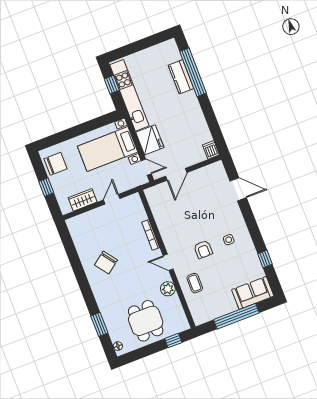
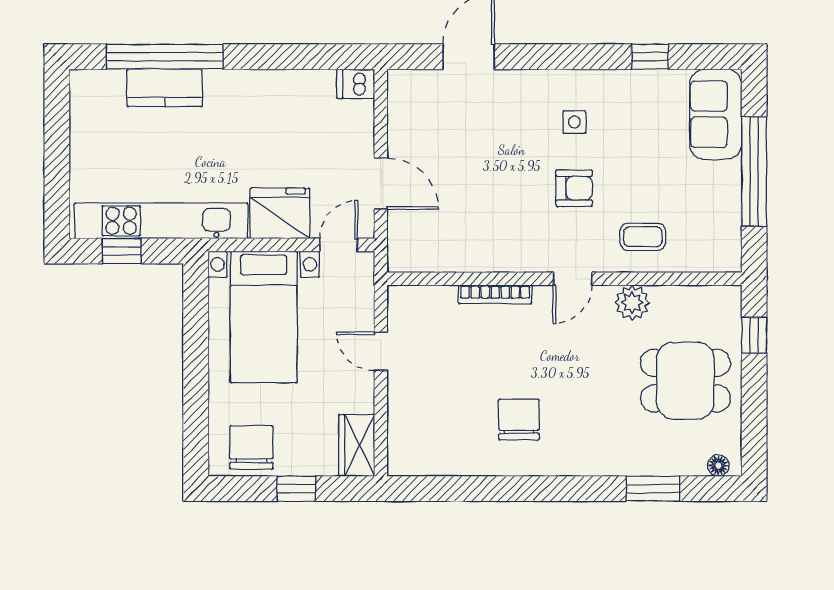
wardrobe: (83, 200) -> (357, 445), moved
chair: (106, 263) -> (519, 419), turned -143

